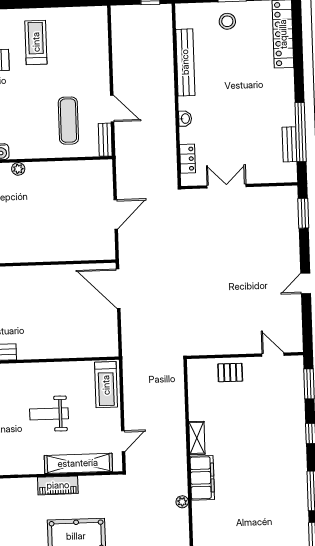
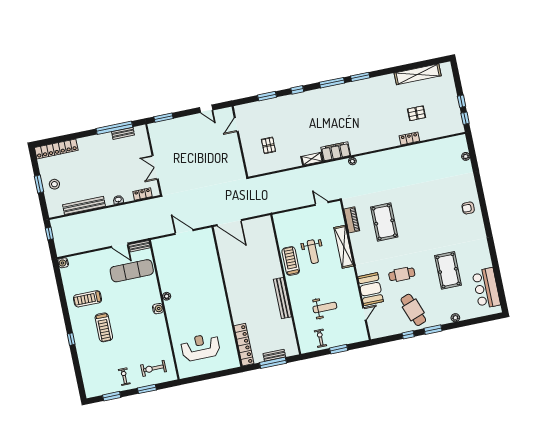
water cooler: (100, 14) -> (63, 263), added
door: (112, 108) -> (120, 245), swing flipped
exercise mat: (68, 121) -> (132, 271), width x1.36, depth x1.45
door: (118, 289) -> (229, 223), hinge flipped
wall: (245, 355) -> (240, 142), moved
door: (273, 355) -> (236, 125), moved
treadmill: (106, 385) -> (291, 261), moved, turned -90
shelving: (78, 463) -> (344, 247), moved
piano: (58, 485) -> (352, 220), moved

